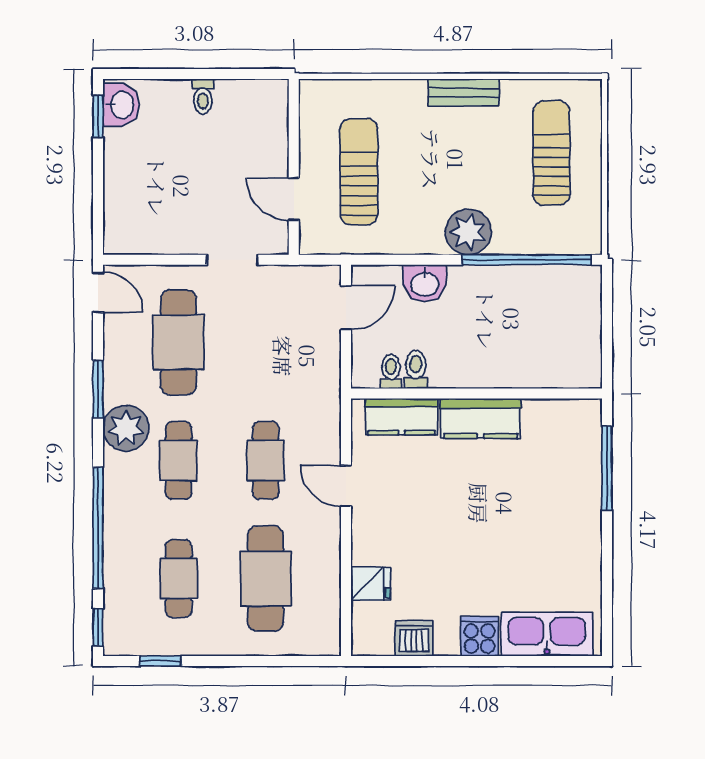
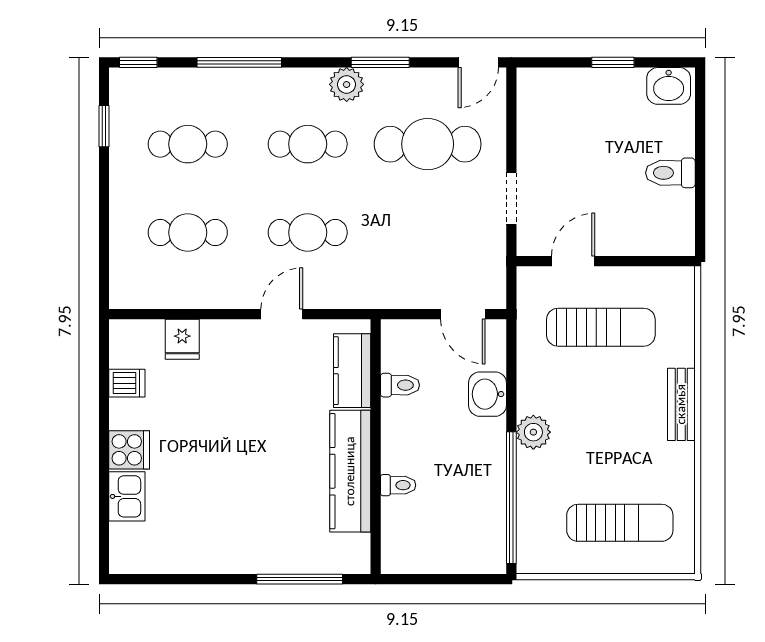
bench: (464, 92) -> (681, 404), moved
toilet: (203, 96) -> (670, 173), width x1.37, depth x1.39
window: (98, 116) -> (613, 62), moved
plant: (468, 232) -> (533, 432), width x0.73, depth x0.73
toilet: (391, 371) -> (398, 485), moved
kitchen counter: (481, 418) -> (350, 471), width x1.50
plant: (126, 428) -> (347, 84), width x0.73, depth x0.73
window: (98, 528) -> (239, 62), width x0.68
cafe table: (266, 579) -> (188, 232), width x0.73, depth x0.74
kitchen sink: (547, 634) -> (127, 496), width x0.53, depth x0.81
dishwasher: (414, 638) -> (127, 383), width x0.73

